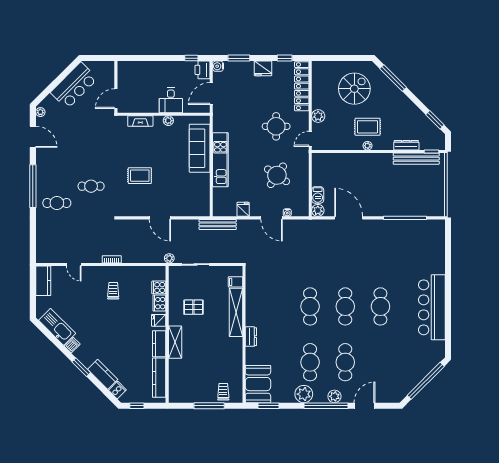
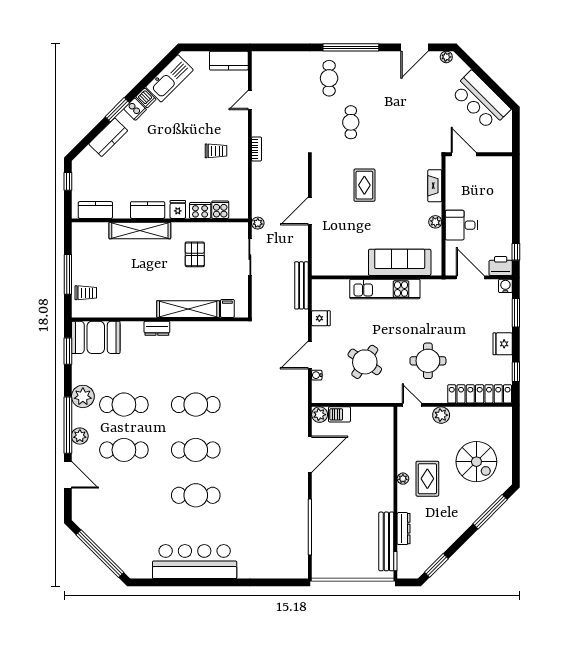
shelving: (175, 342) -> (140, 230), width x1.47
kitchen counter: (159, 378) -> (95, 210), width x0.67
cooker: (117, 390) -> (135, 109), moved

